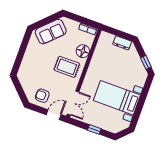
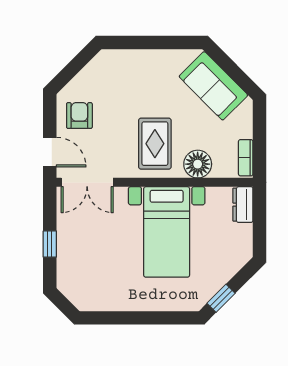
dresser: (122, 43) -> (243, 205), moved
bed with nightstands: (117, 98) -> (167, 232), moved, turned 180

